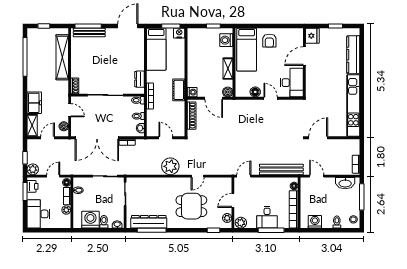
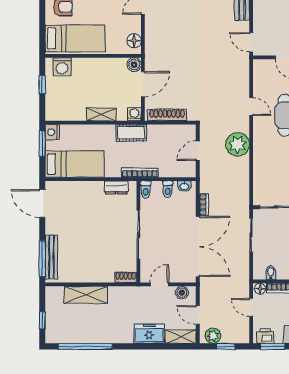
shelving: (62, 57) -> (86, 295), width x0.68
shelving: (228, 69) -> (101, 114), moved
floor lamp: (255, 92) -> (134, 41), moved
plant: (33, 169) -> (213, 336), moved

